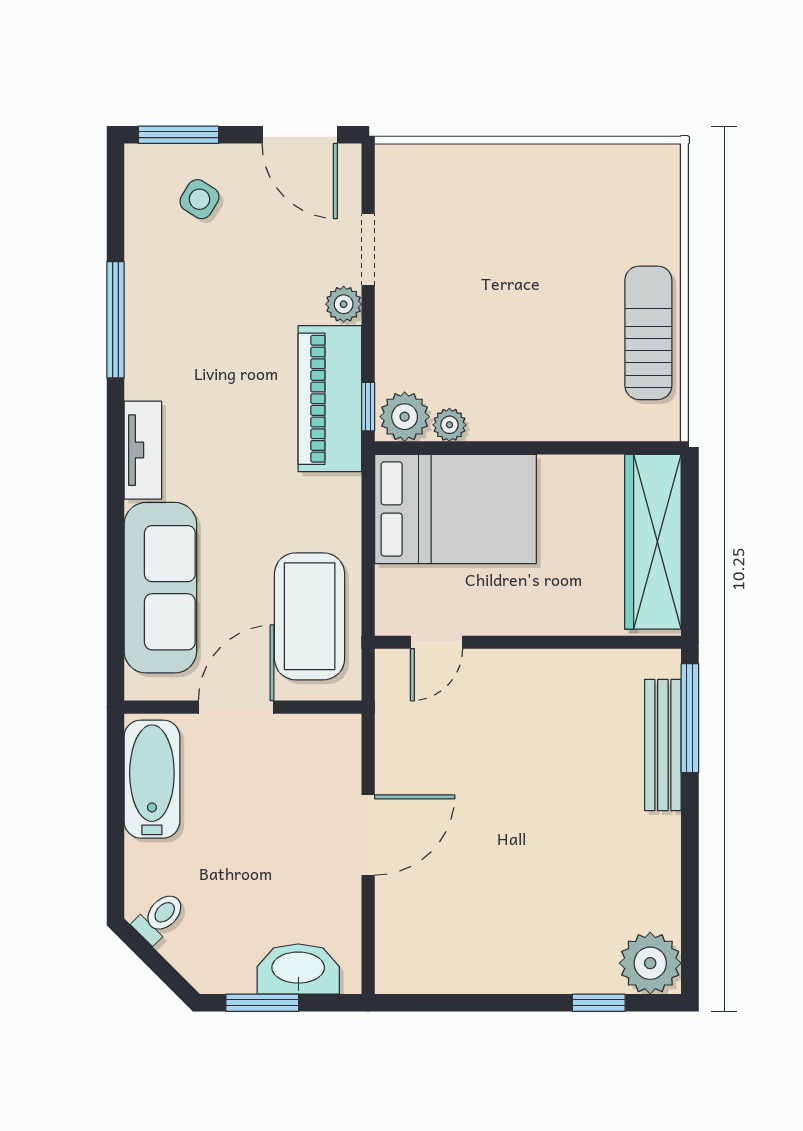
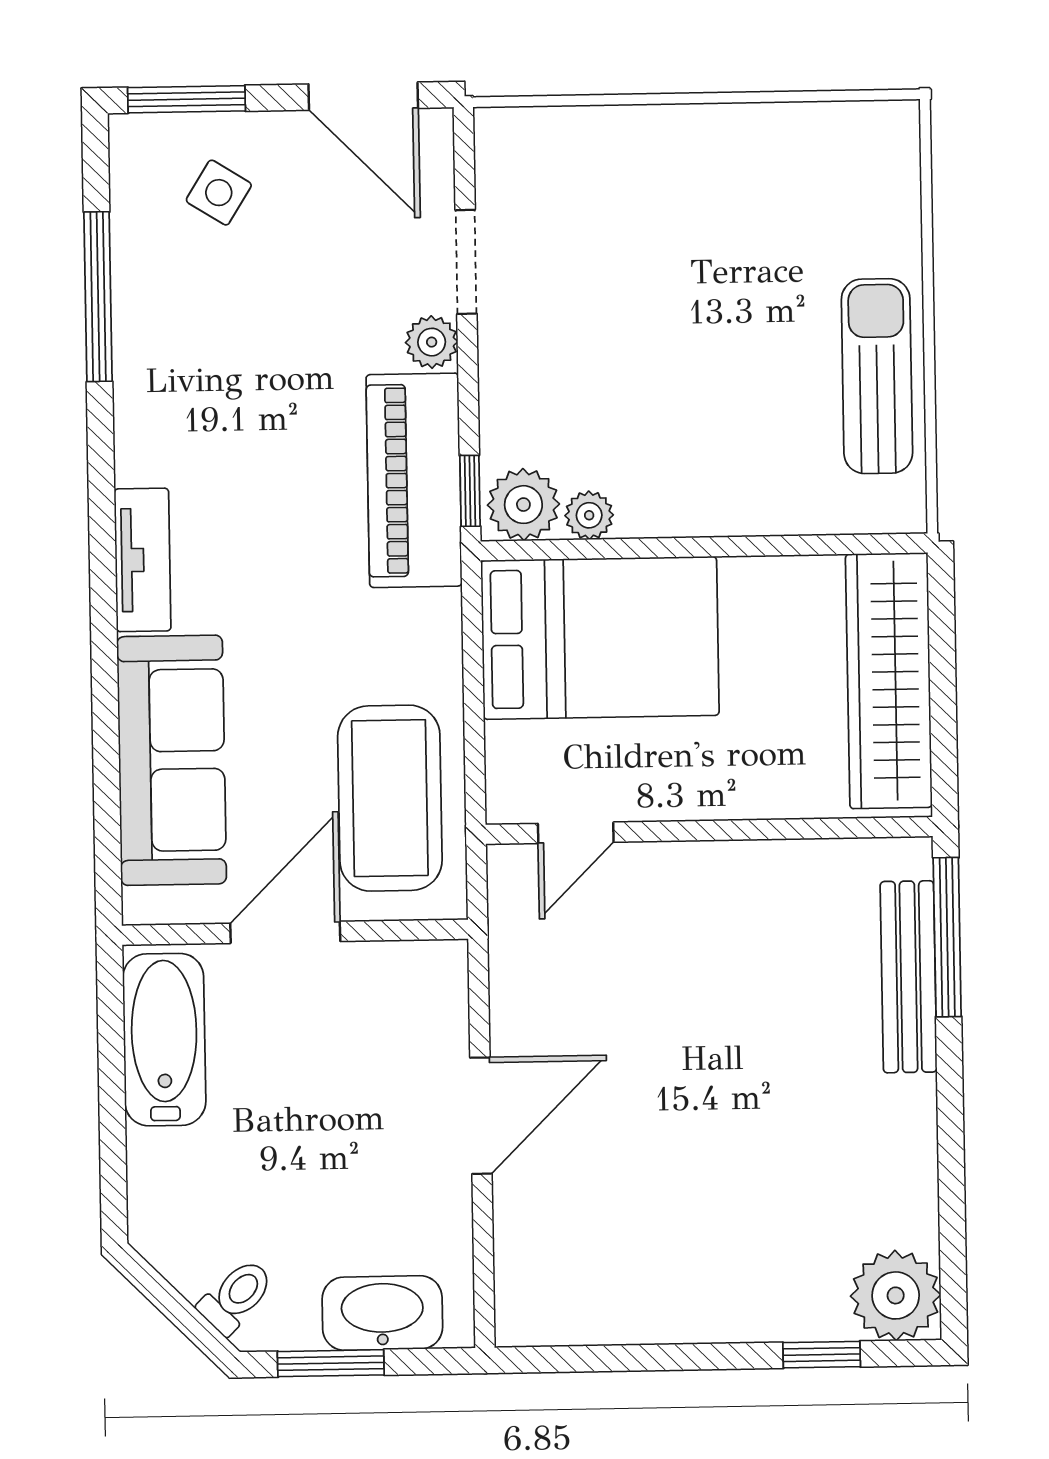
window: (116, 320) -> (98, 297), moved
toilet: (160, 917) -> (236, 1296), moved

